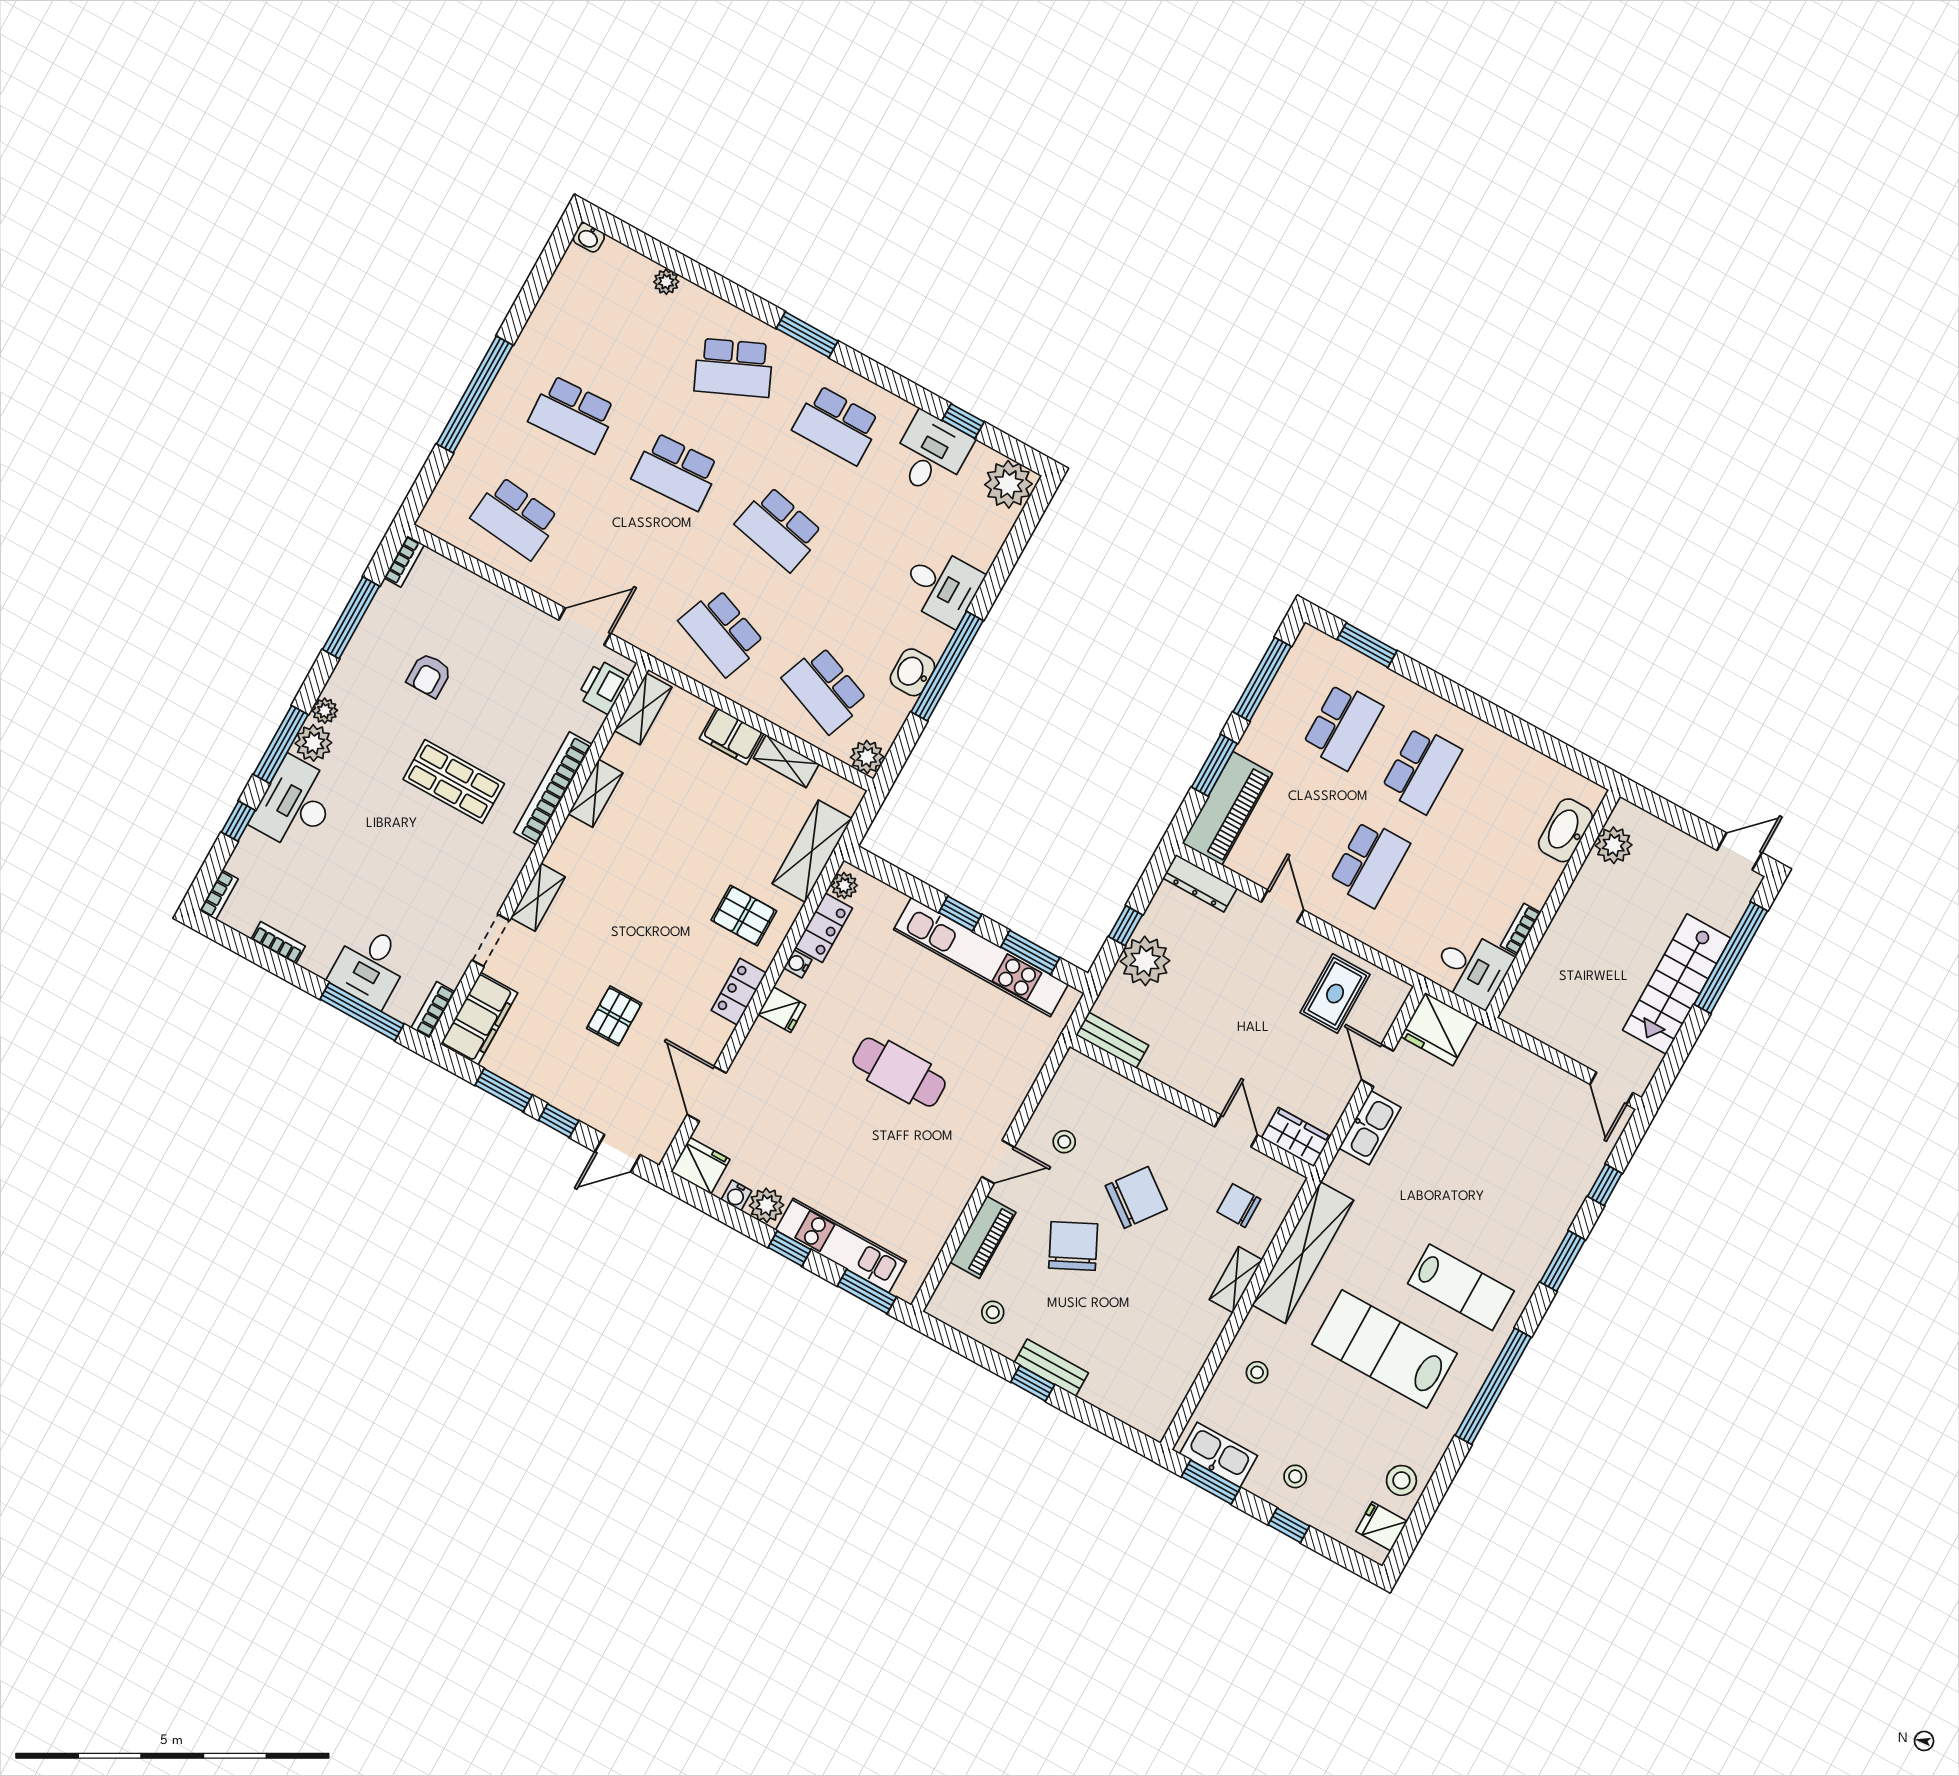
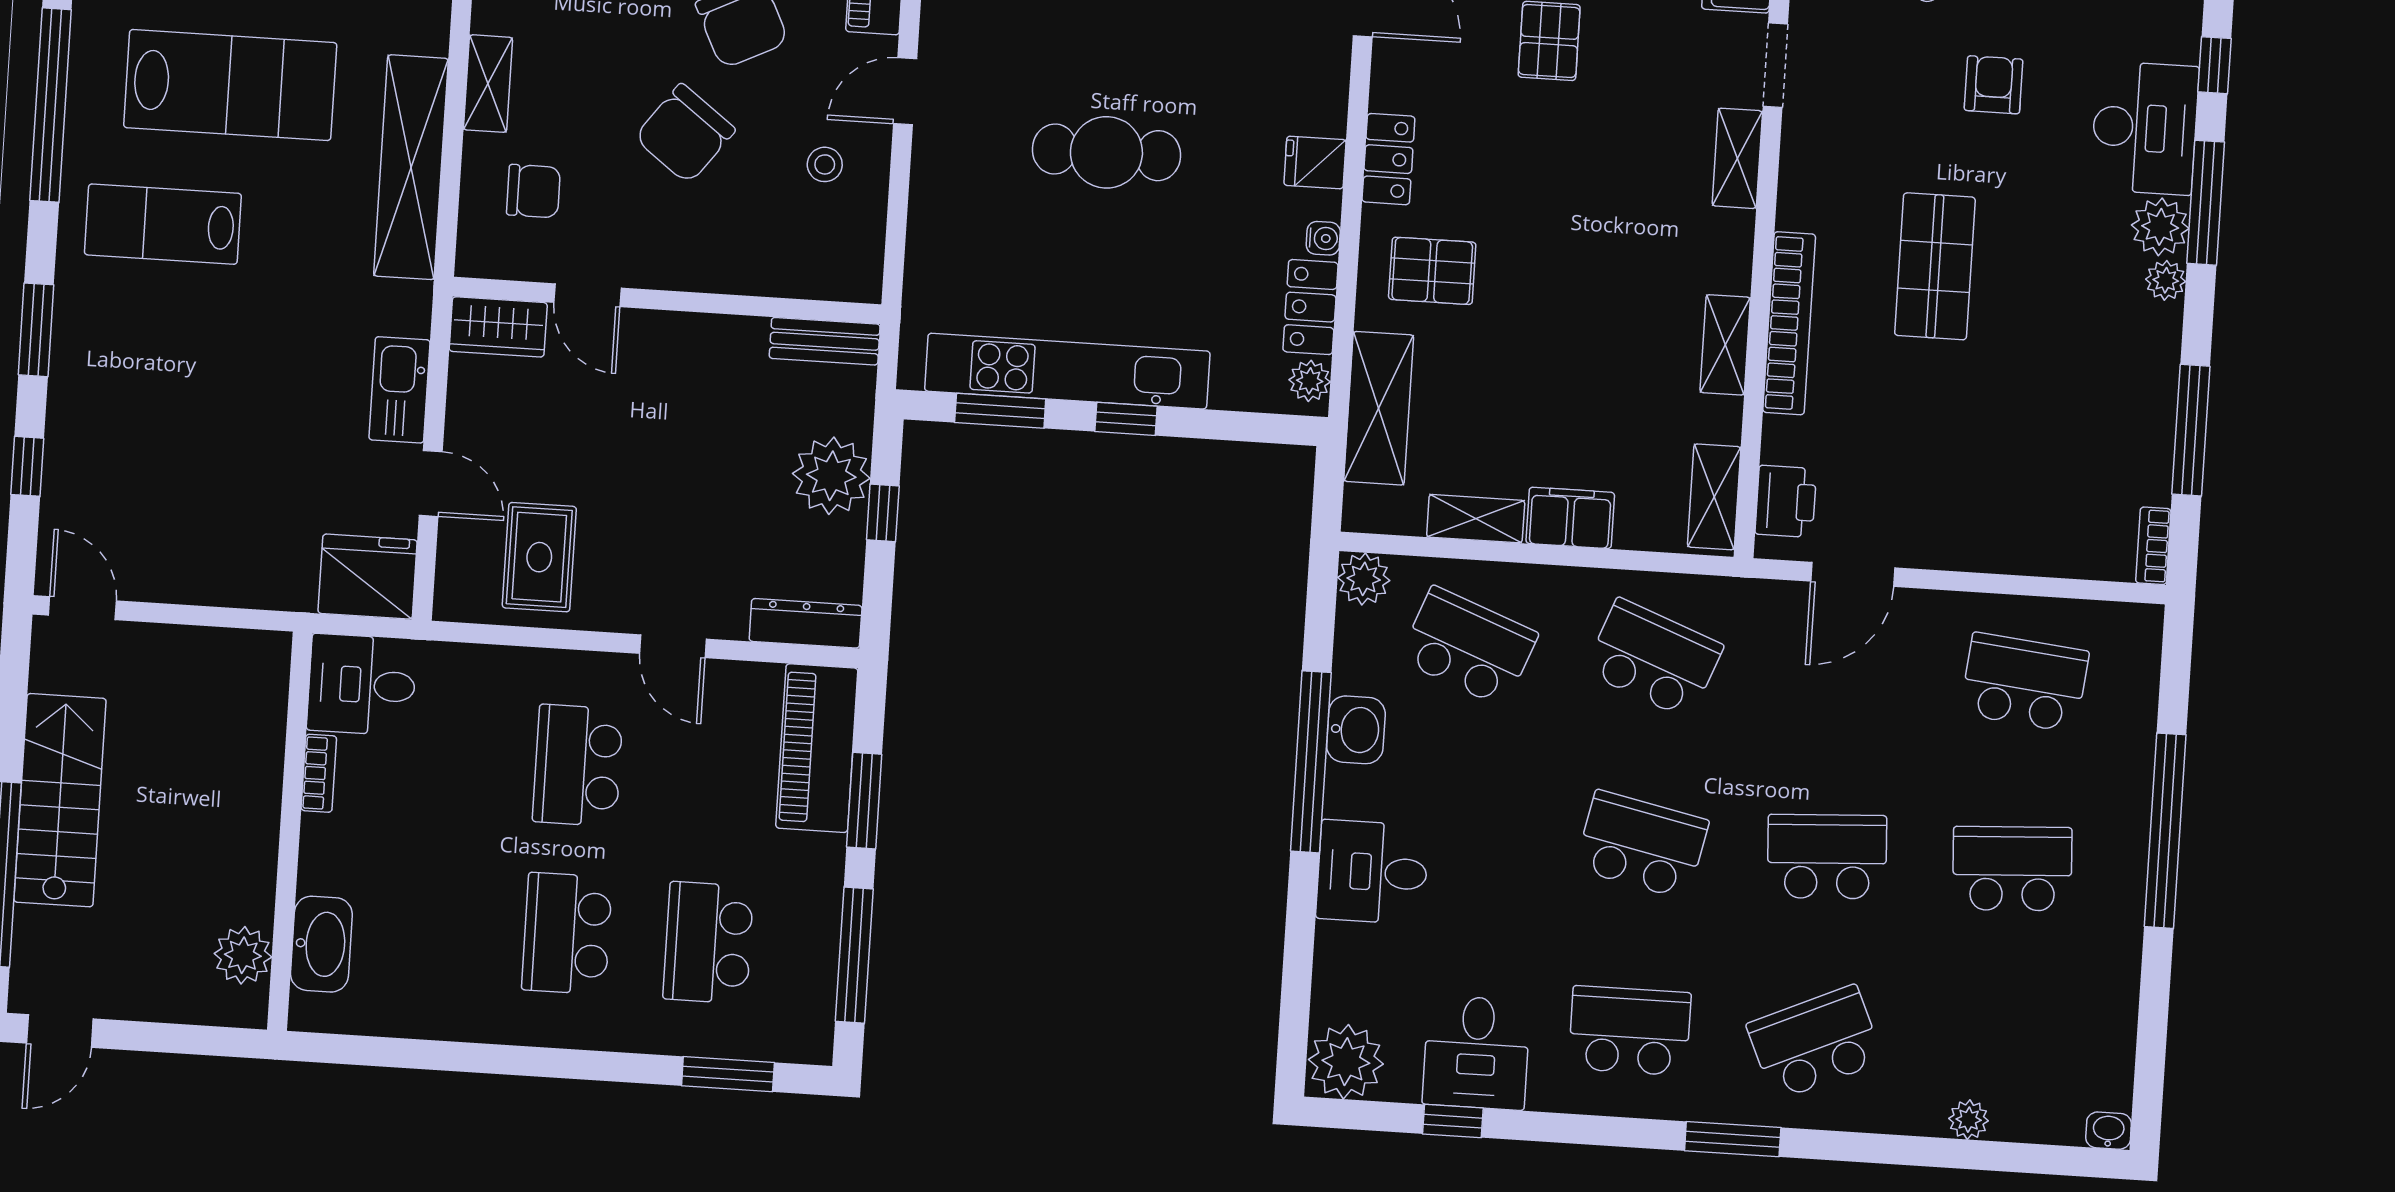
armchair: (429, 675) -> (1994, 85), moved
shop shelf: (454, 781) -> (1935, 266), turned 90

